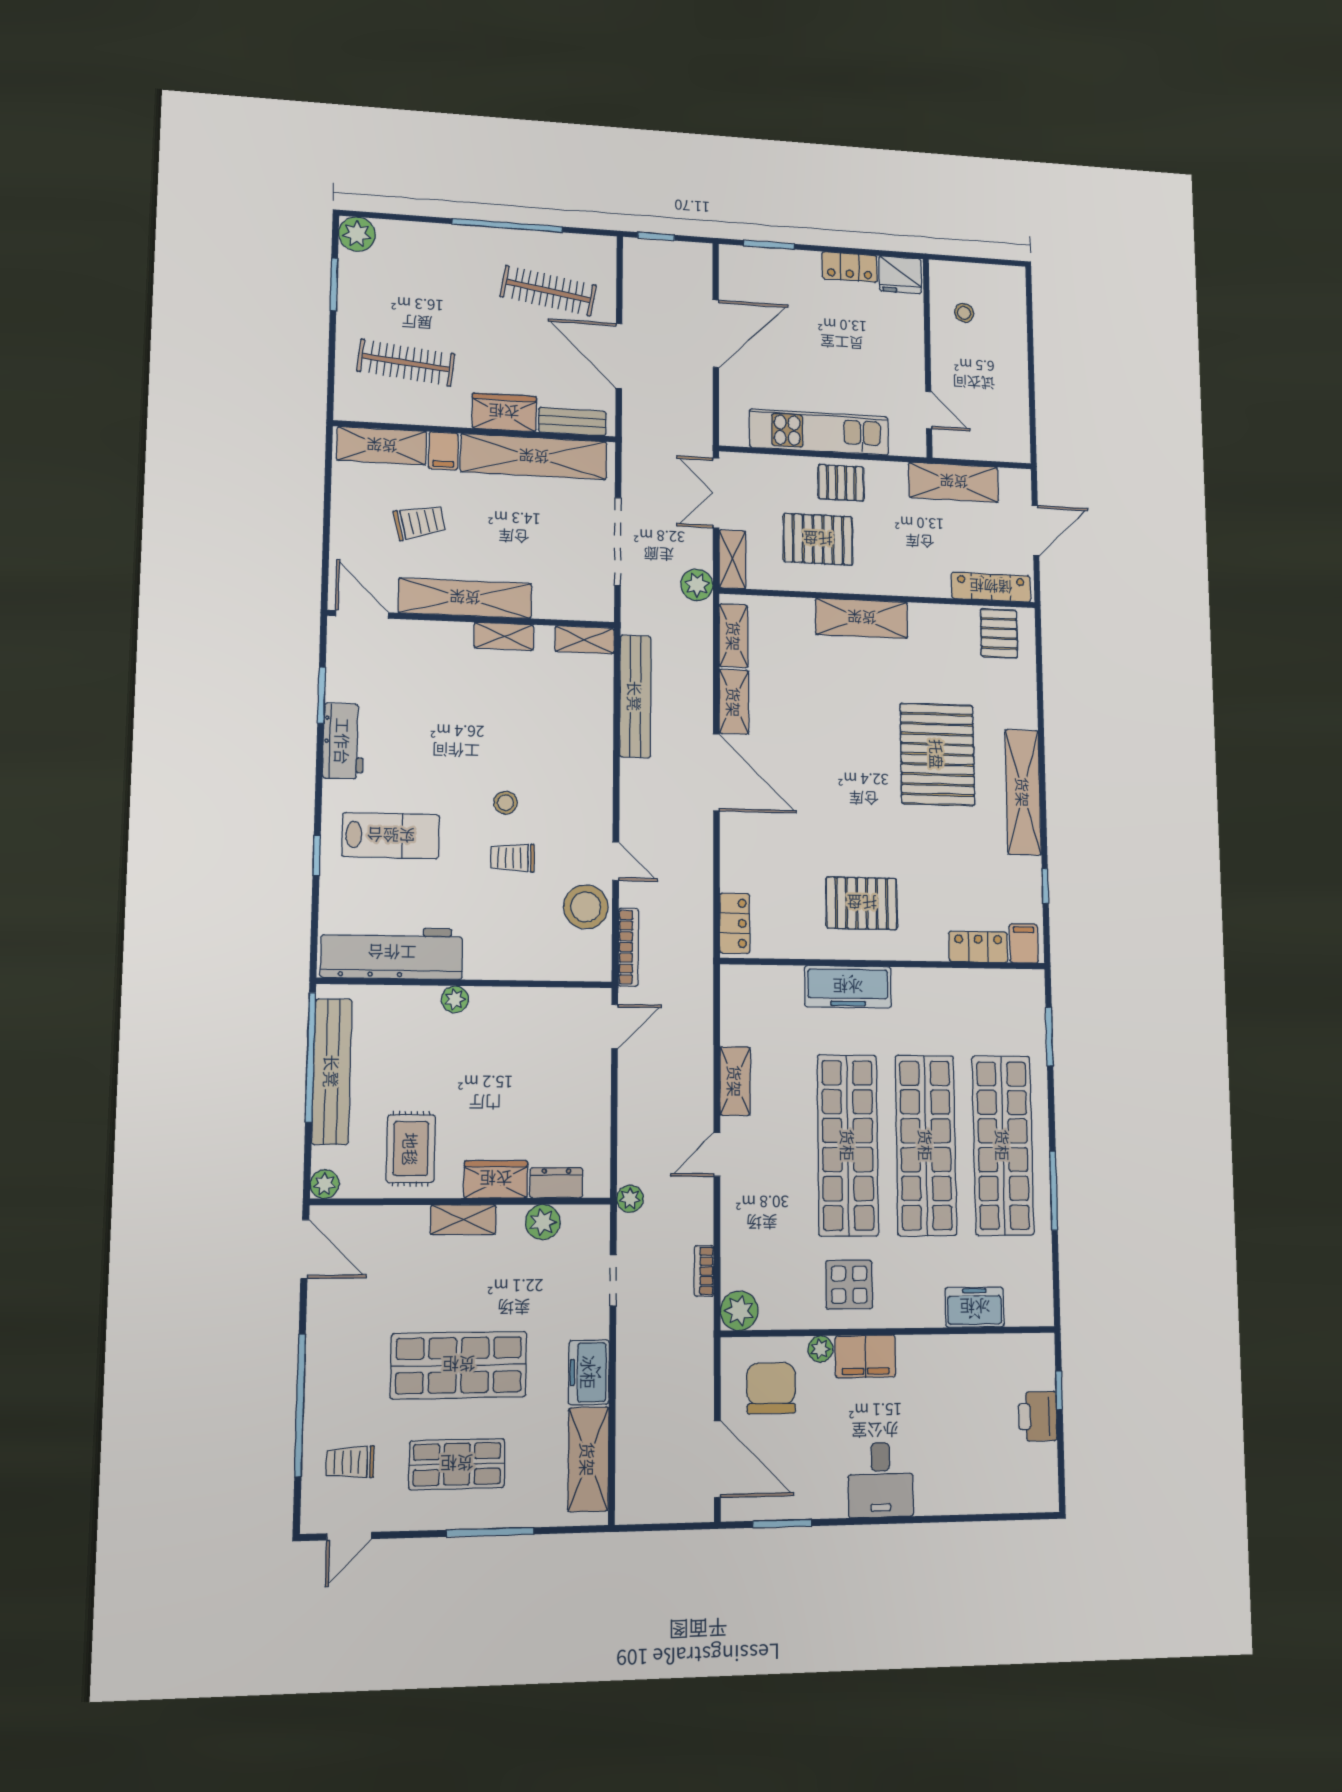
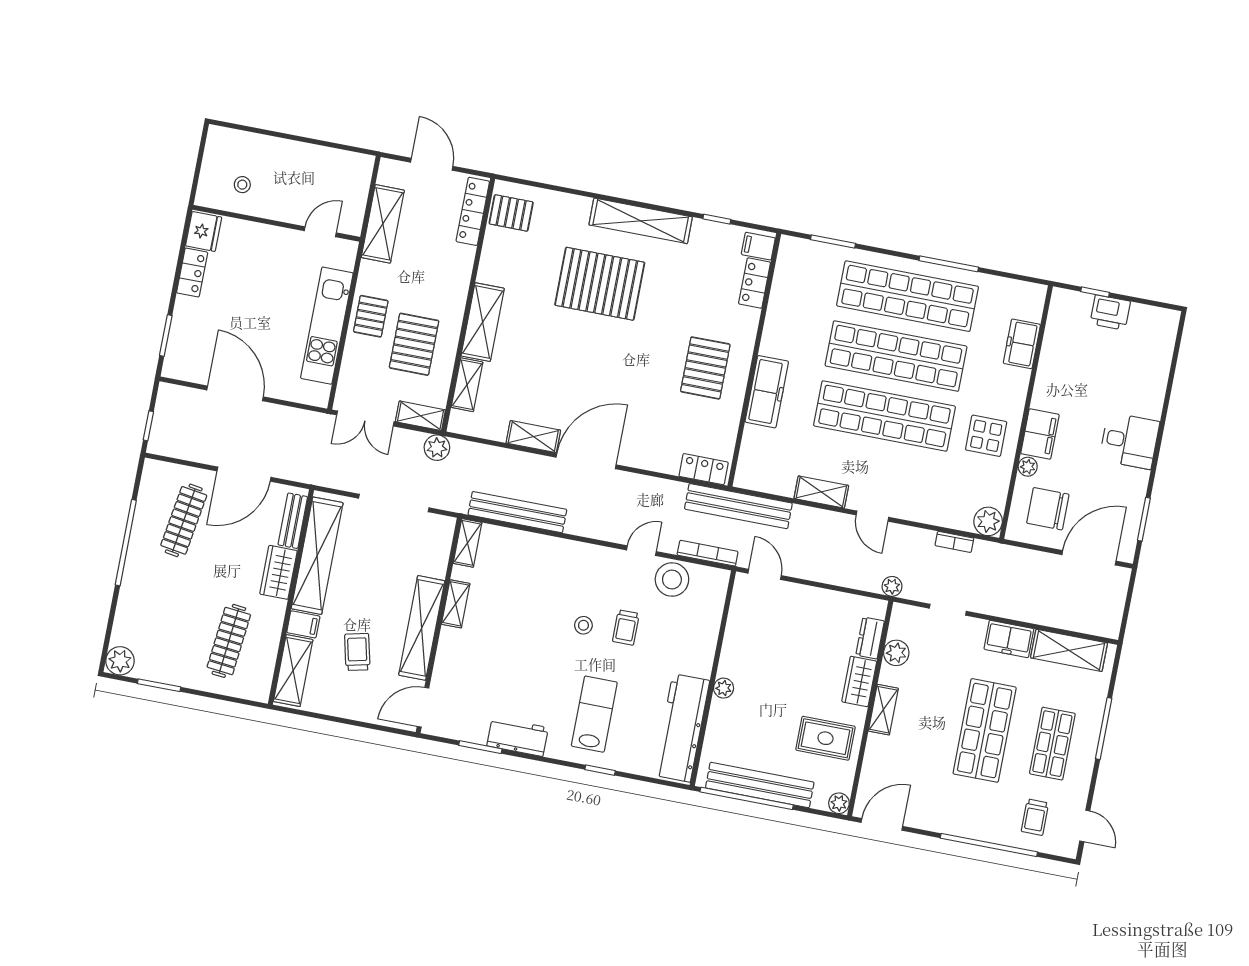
shelving: (734, 636) -> (467, 385), moved, turned 90
bench: (696, 976) -> (738, 506), added

